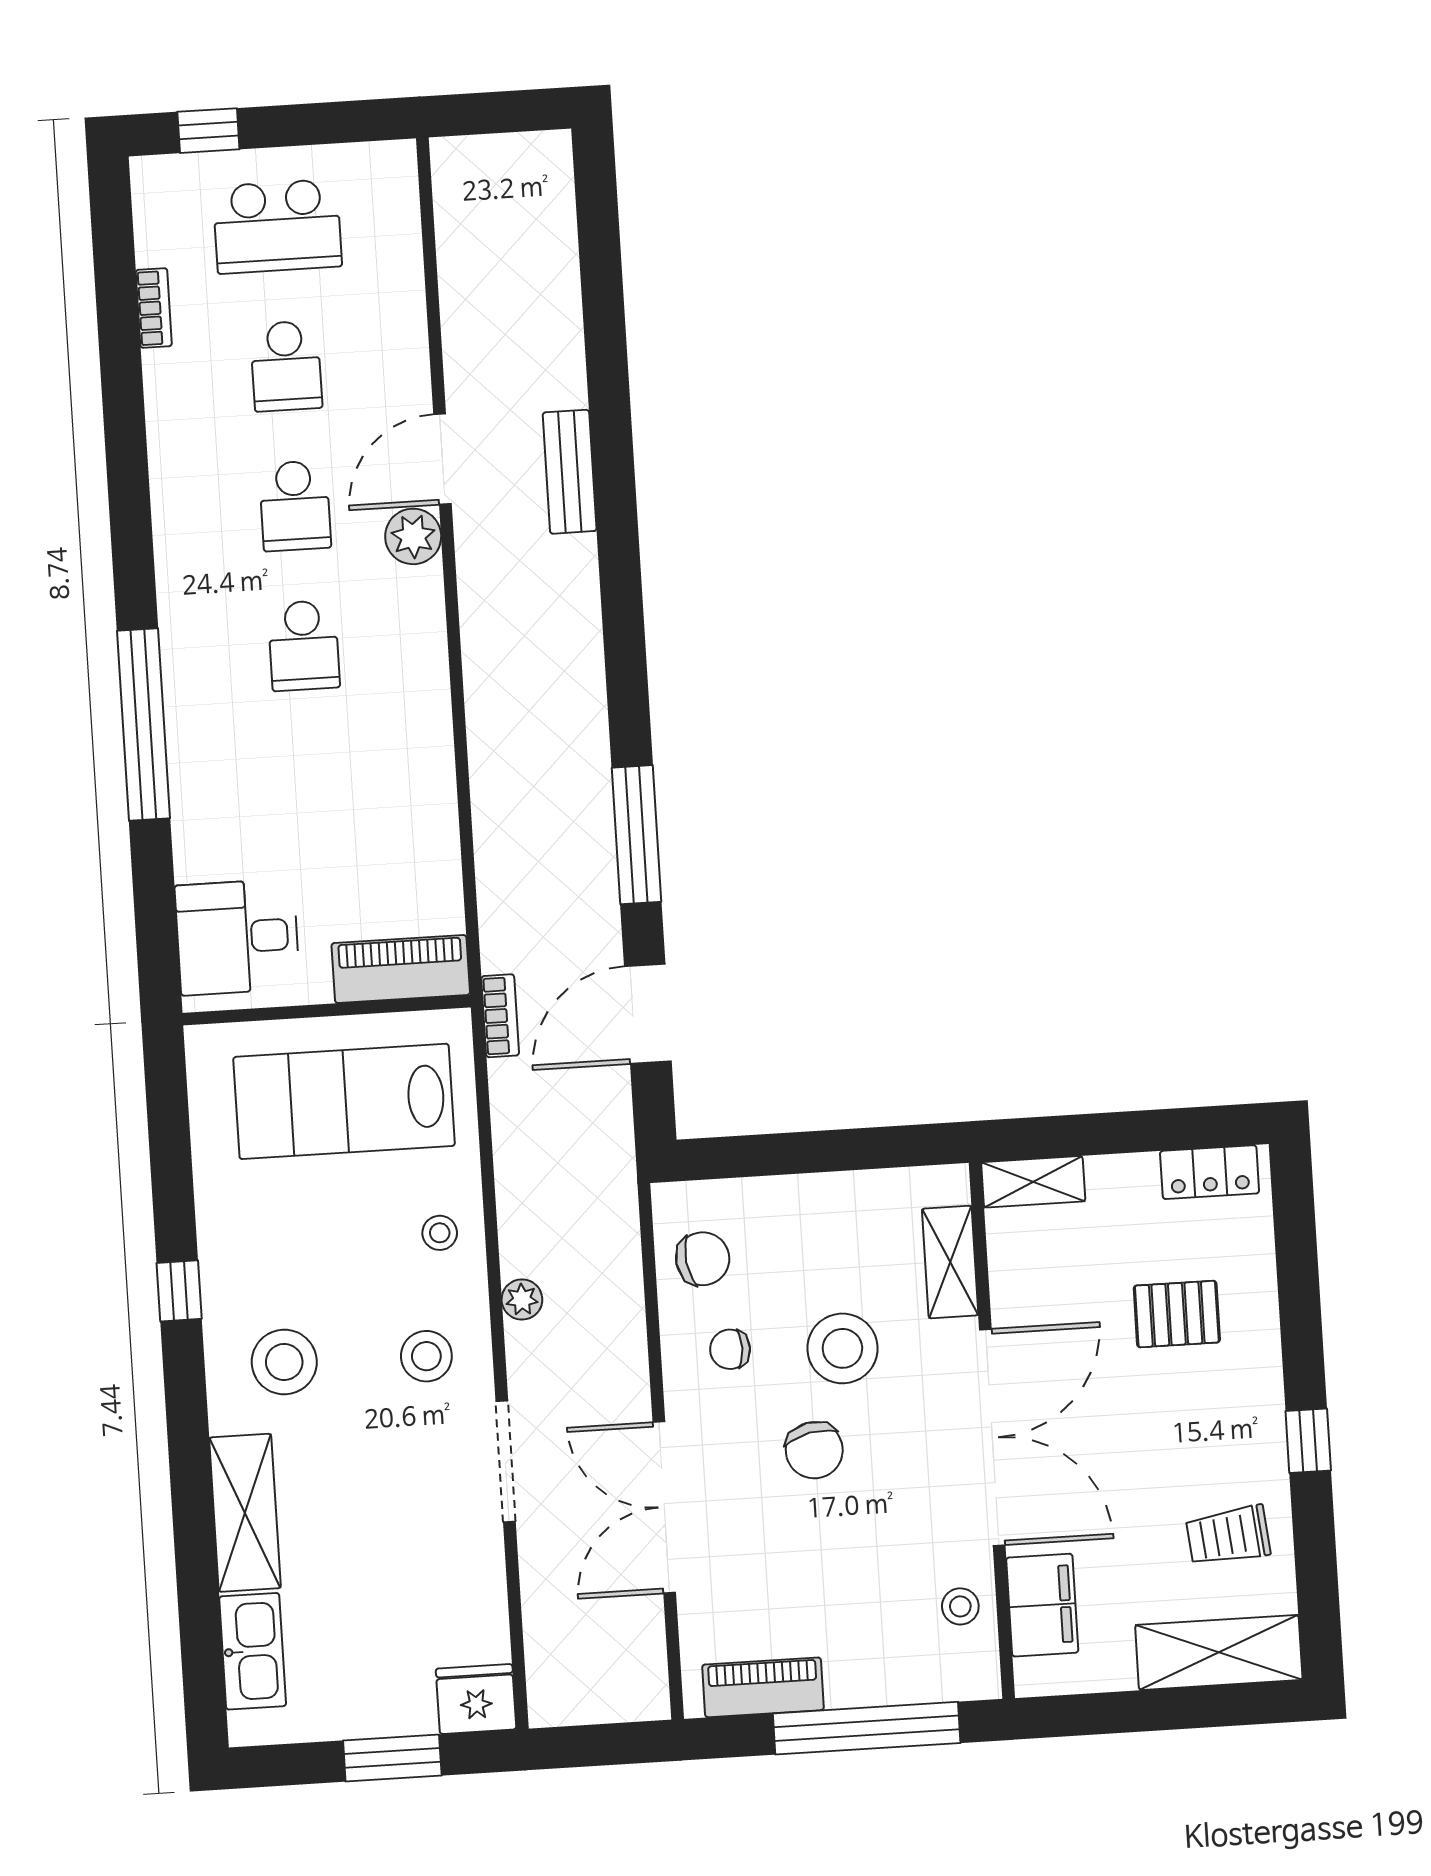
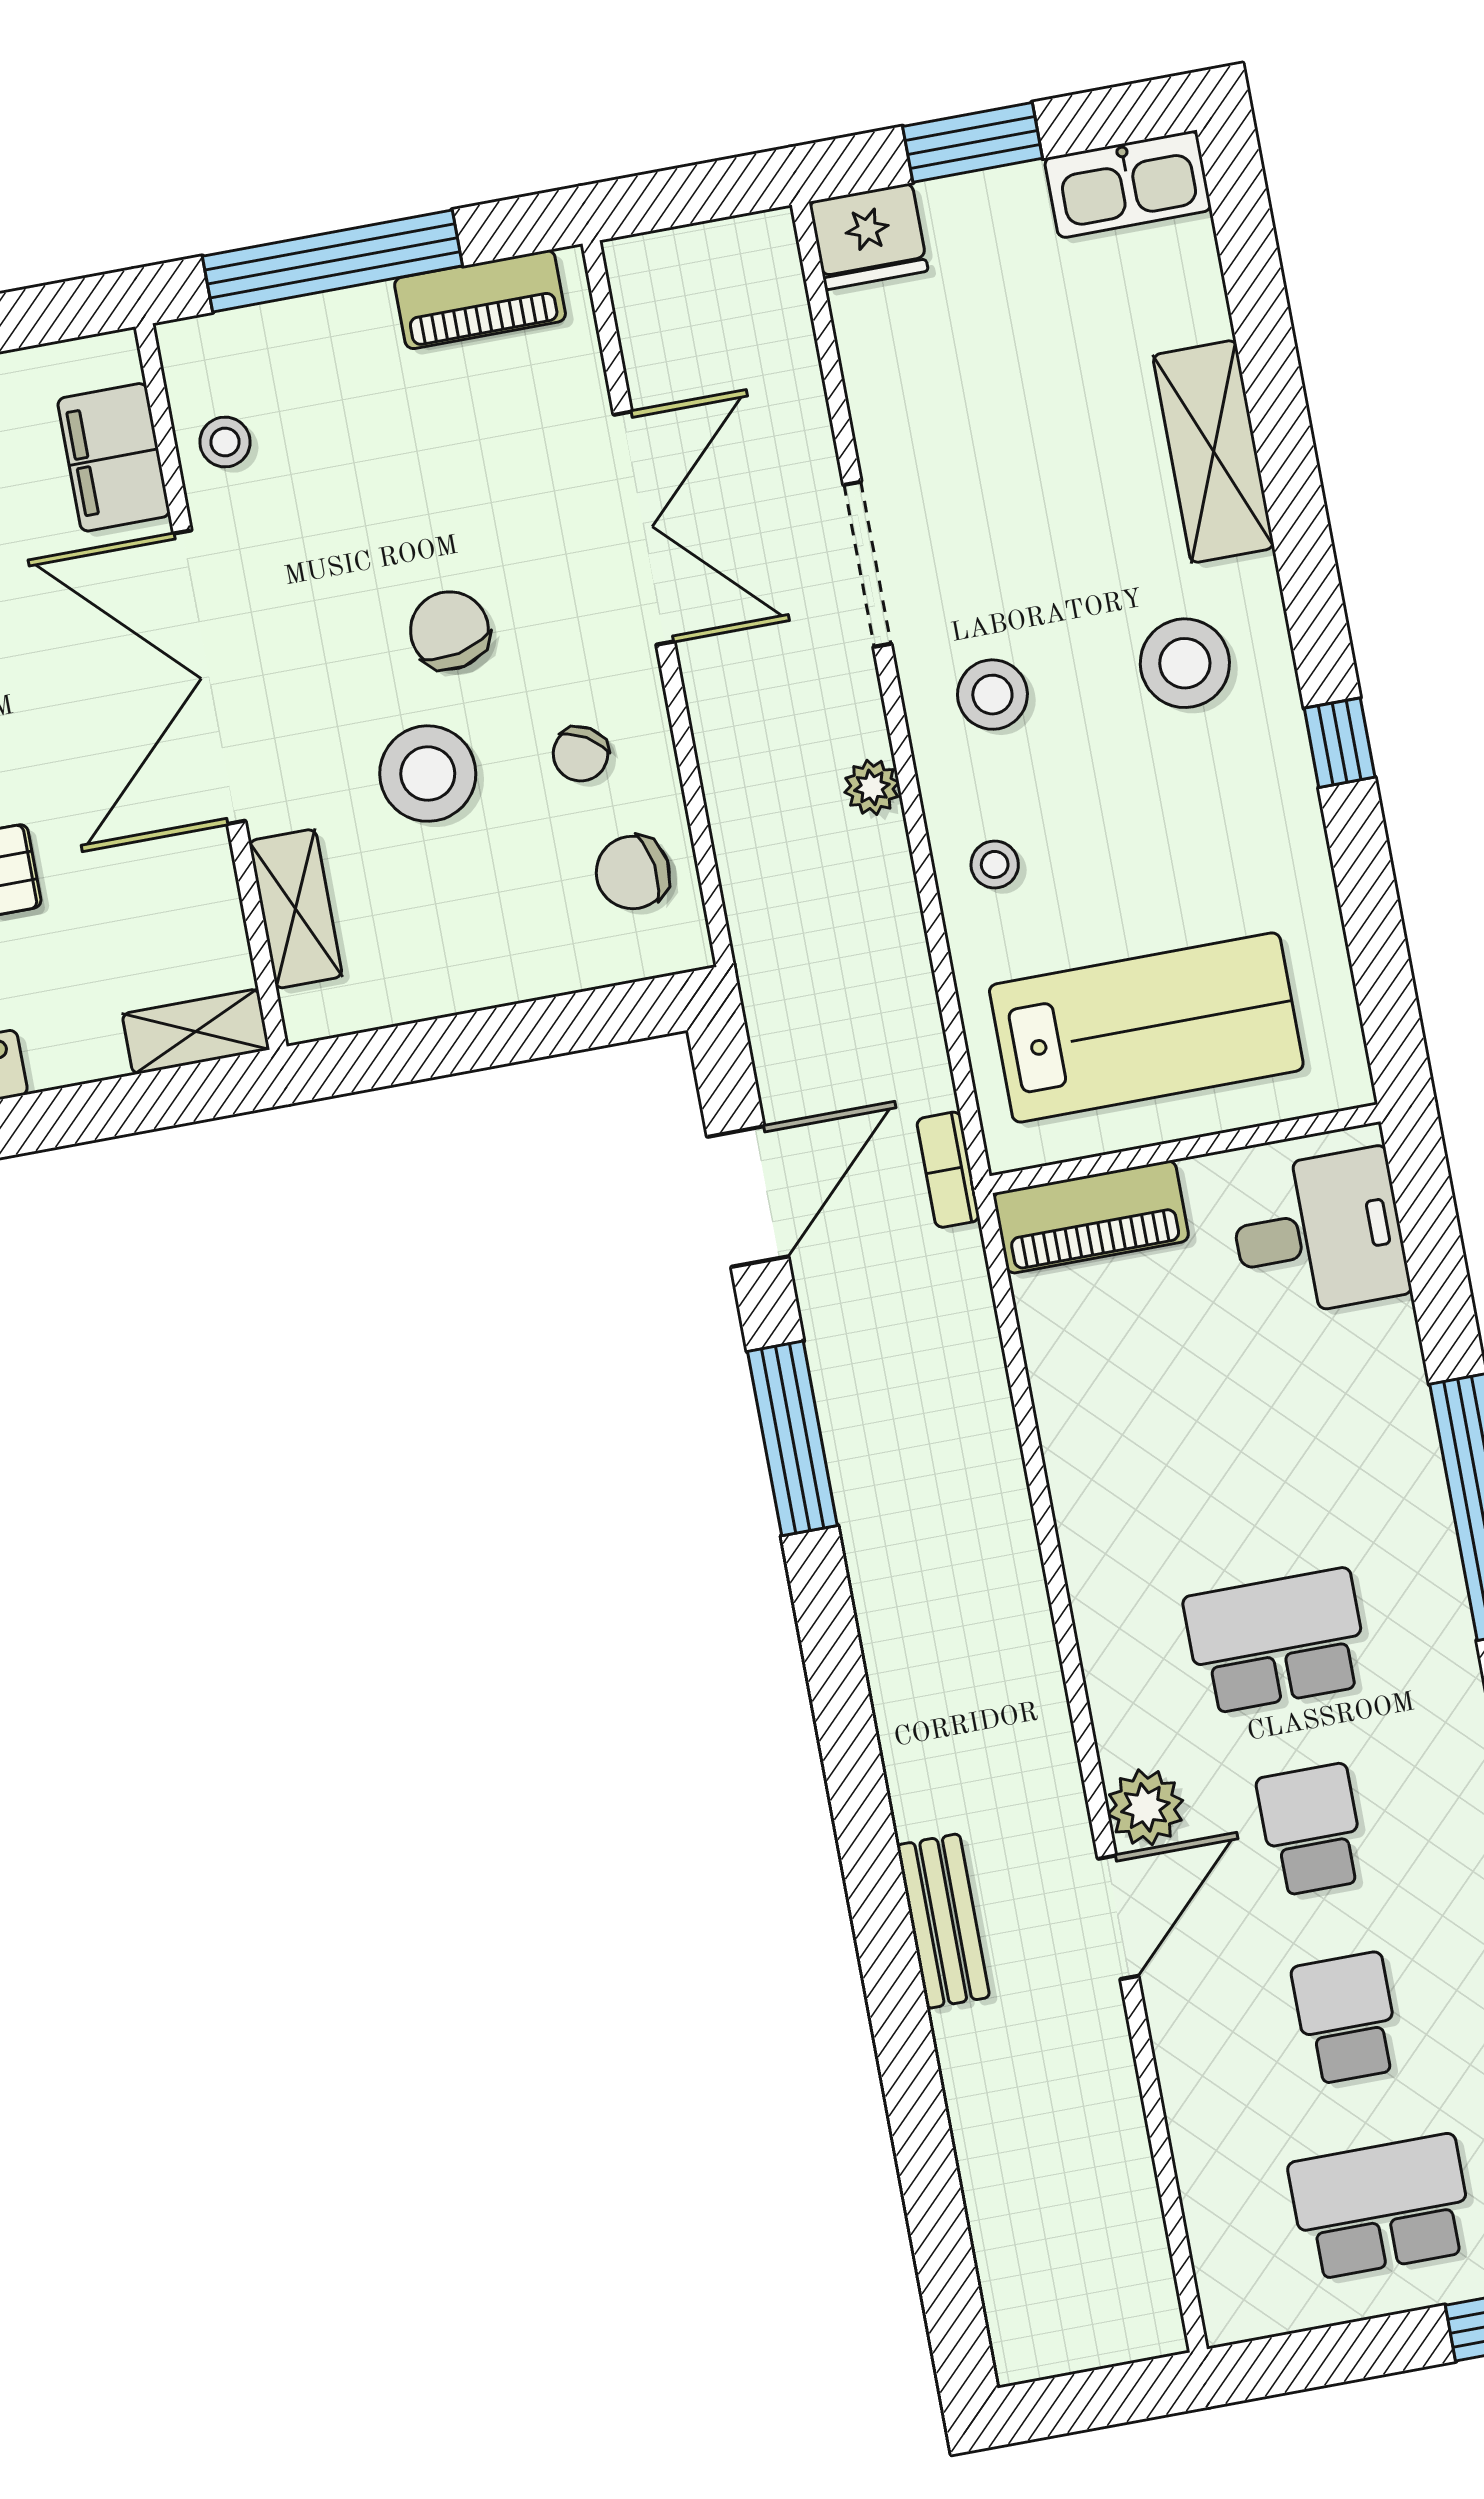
school desk: (304, 645) -> (1276, 1641), width x1.85
chair: (730, 1349) -> (581, 754), turned 121
kitchen sink: (253, 1651) -> (1128, 184), moved, turned -90

